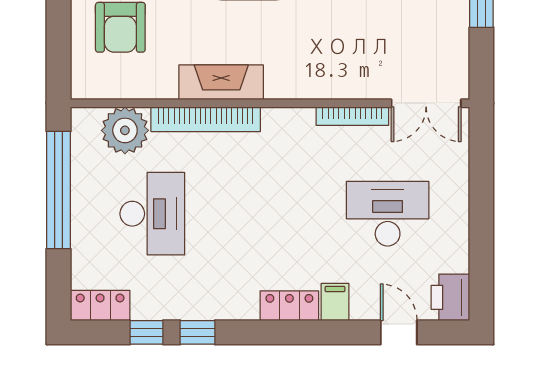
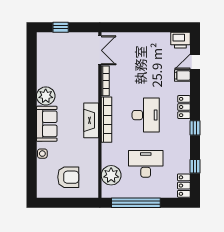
fireplace: (221, 82) -> (91, 120), moved
bookcase: (206, 119) -> (106, 120), moved
desk: (388, 214) -> (146, 115), moved, turned 180
filing cabinet: (335, 302) -> (182, 76), moved
window: (198, 332) -> (195, 128), moved

